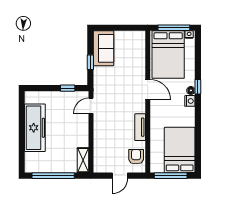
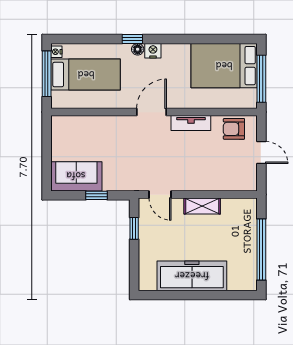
bed: (168, 55) -> (86, 75), width x0.67
door: (148, 90) -> (152, 112), moved
shelving: (83, 160) -> (202, 206), moved

